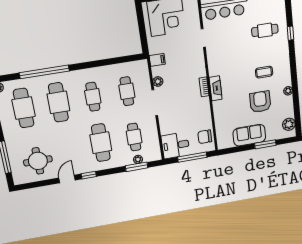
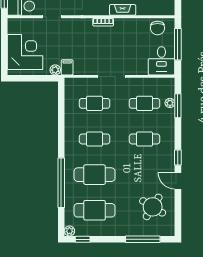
plant: (158, 82) -> (55, 70), moved
fireplace: (216, 88) -> (123, 10), moved
cafe table: (101, 143) -> (145, 139), width x0.73, depth x0.74
round table: (38, 161) -> (153, 207), turned 32

